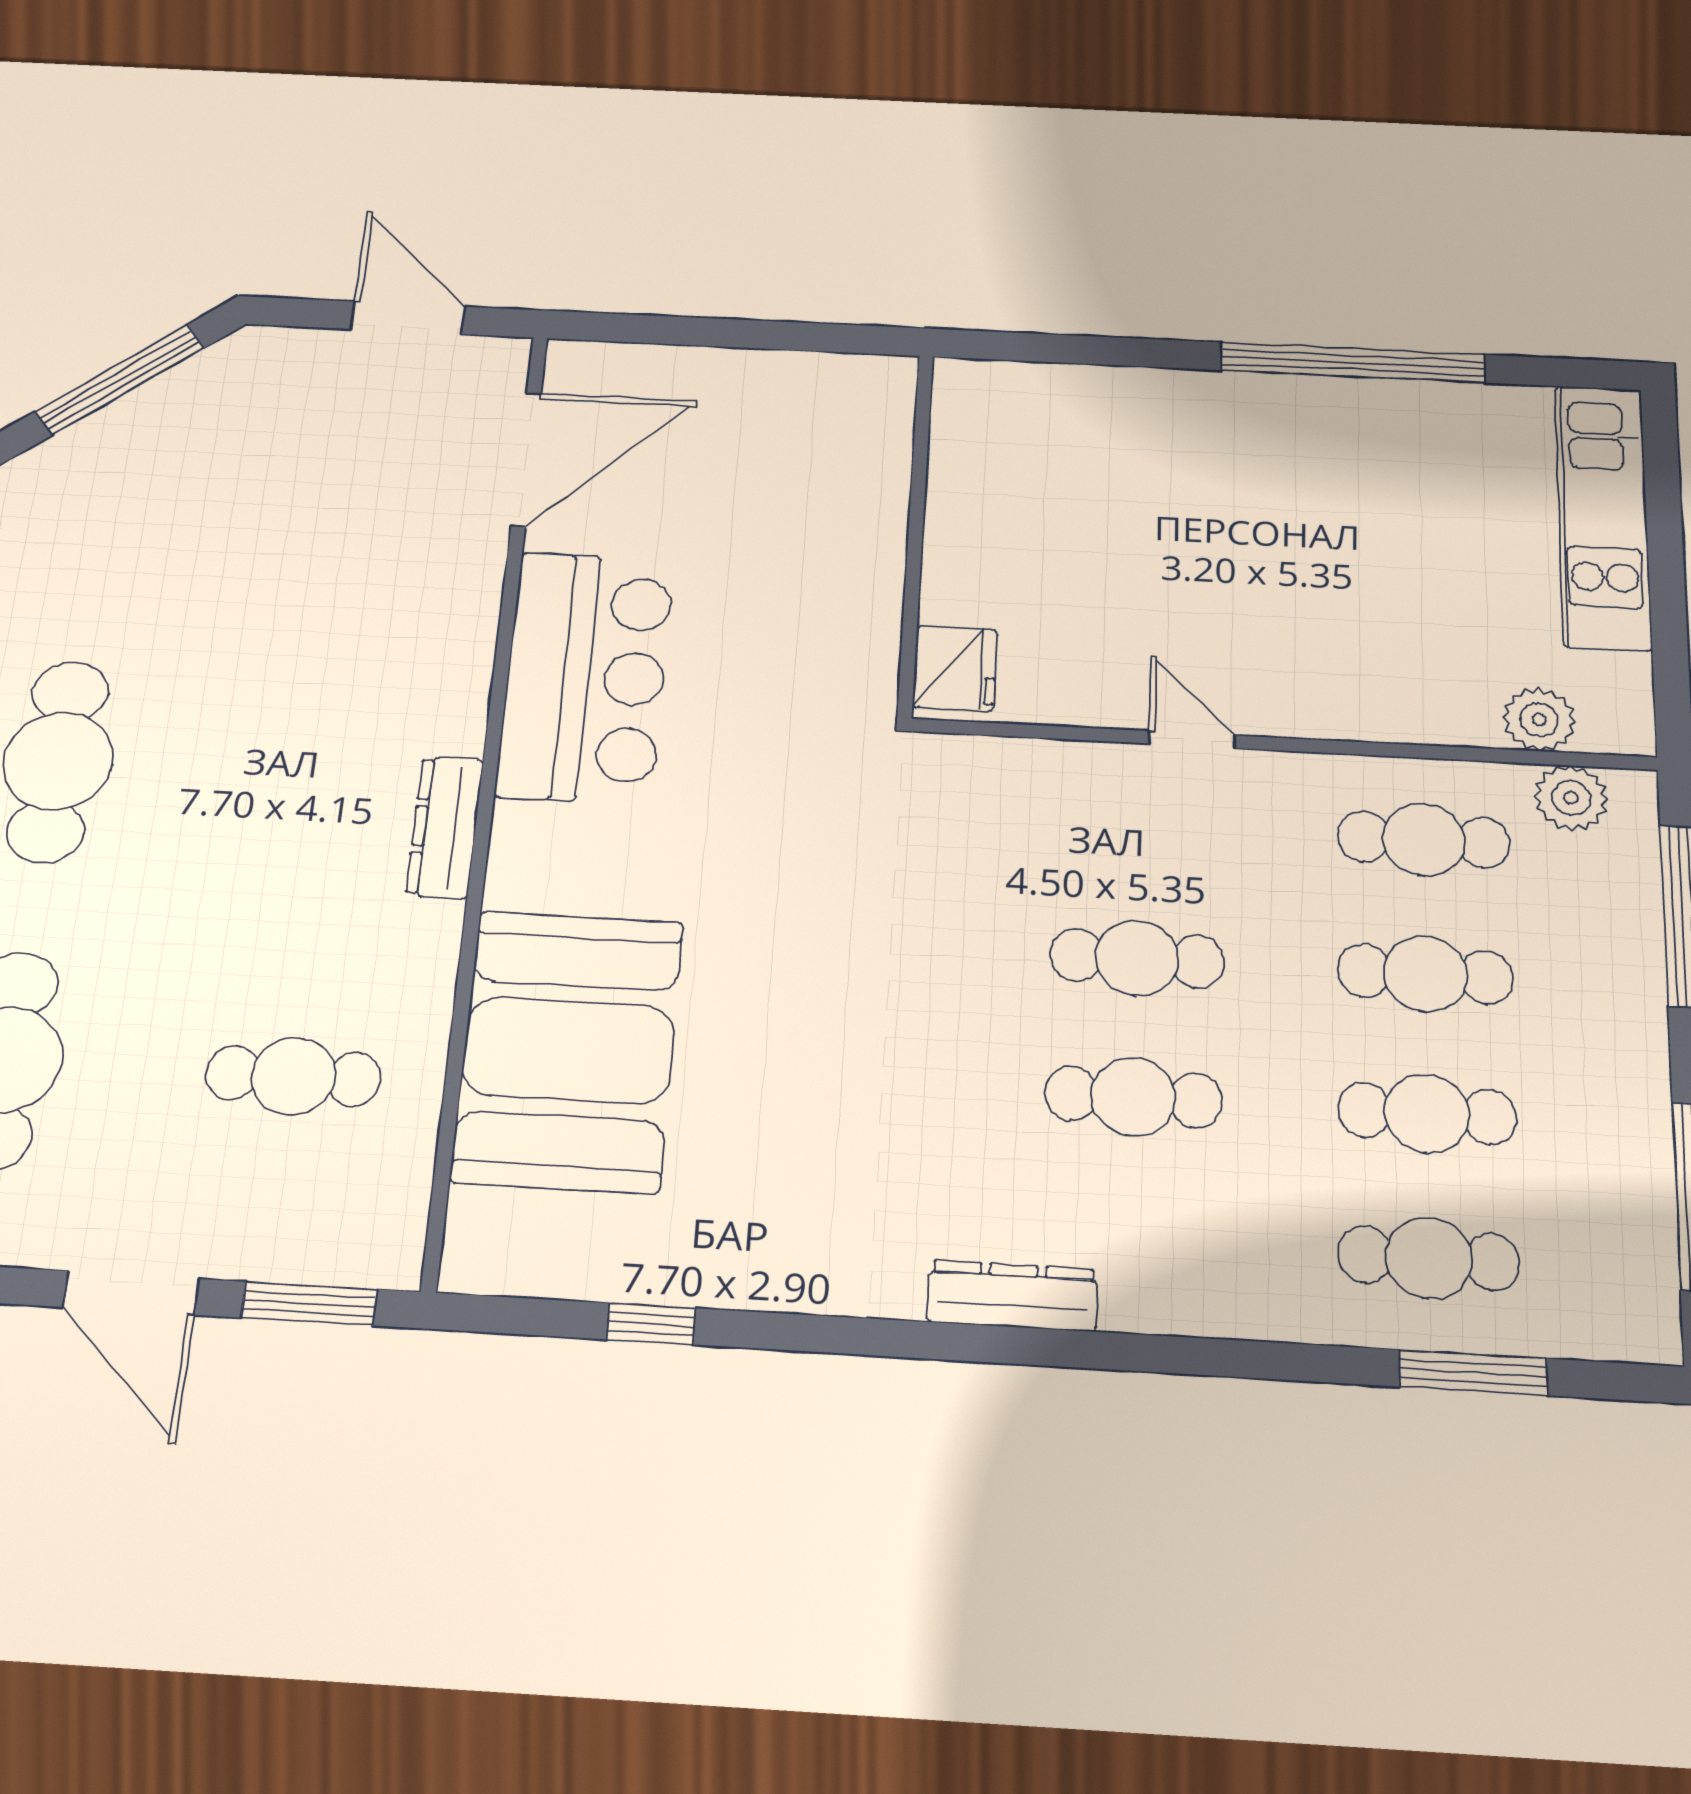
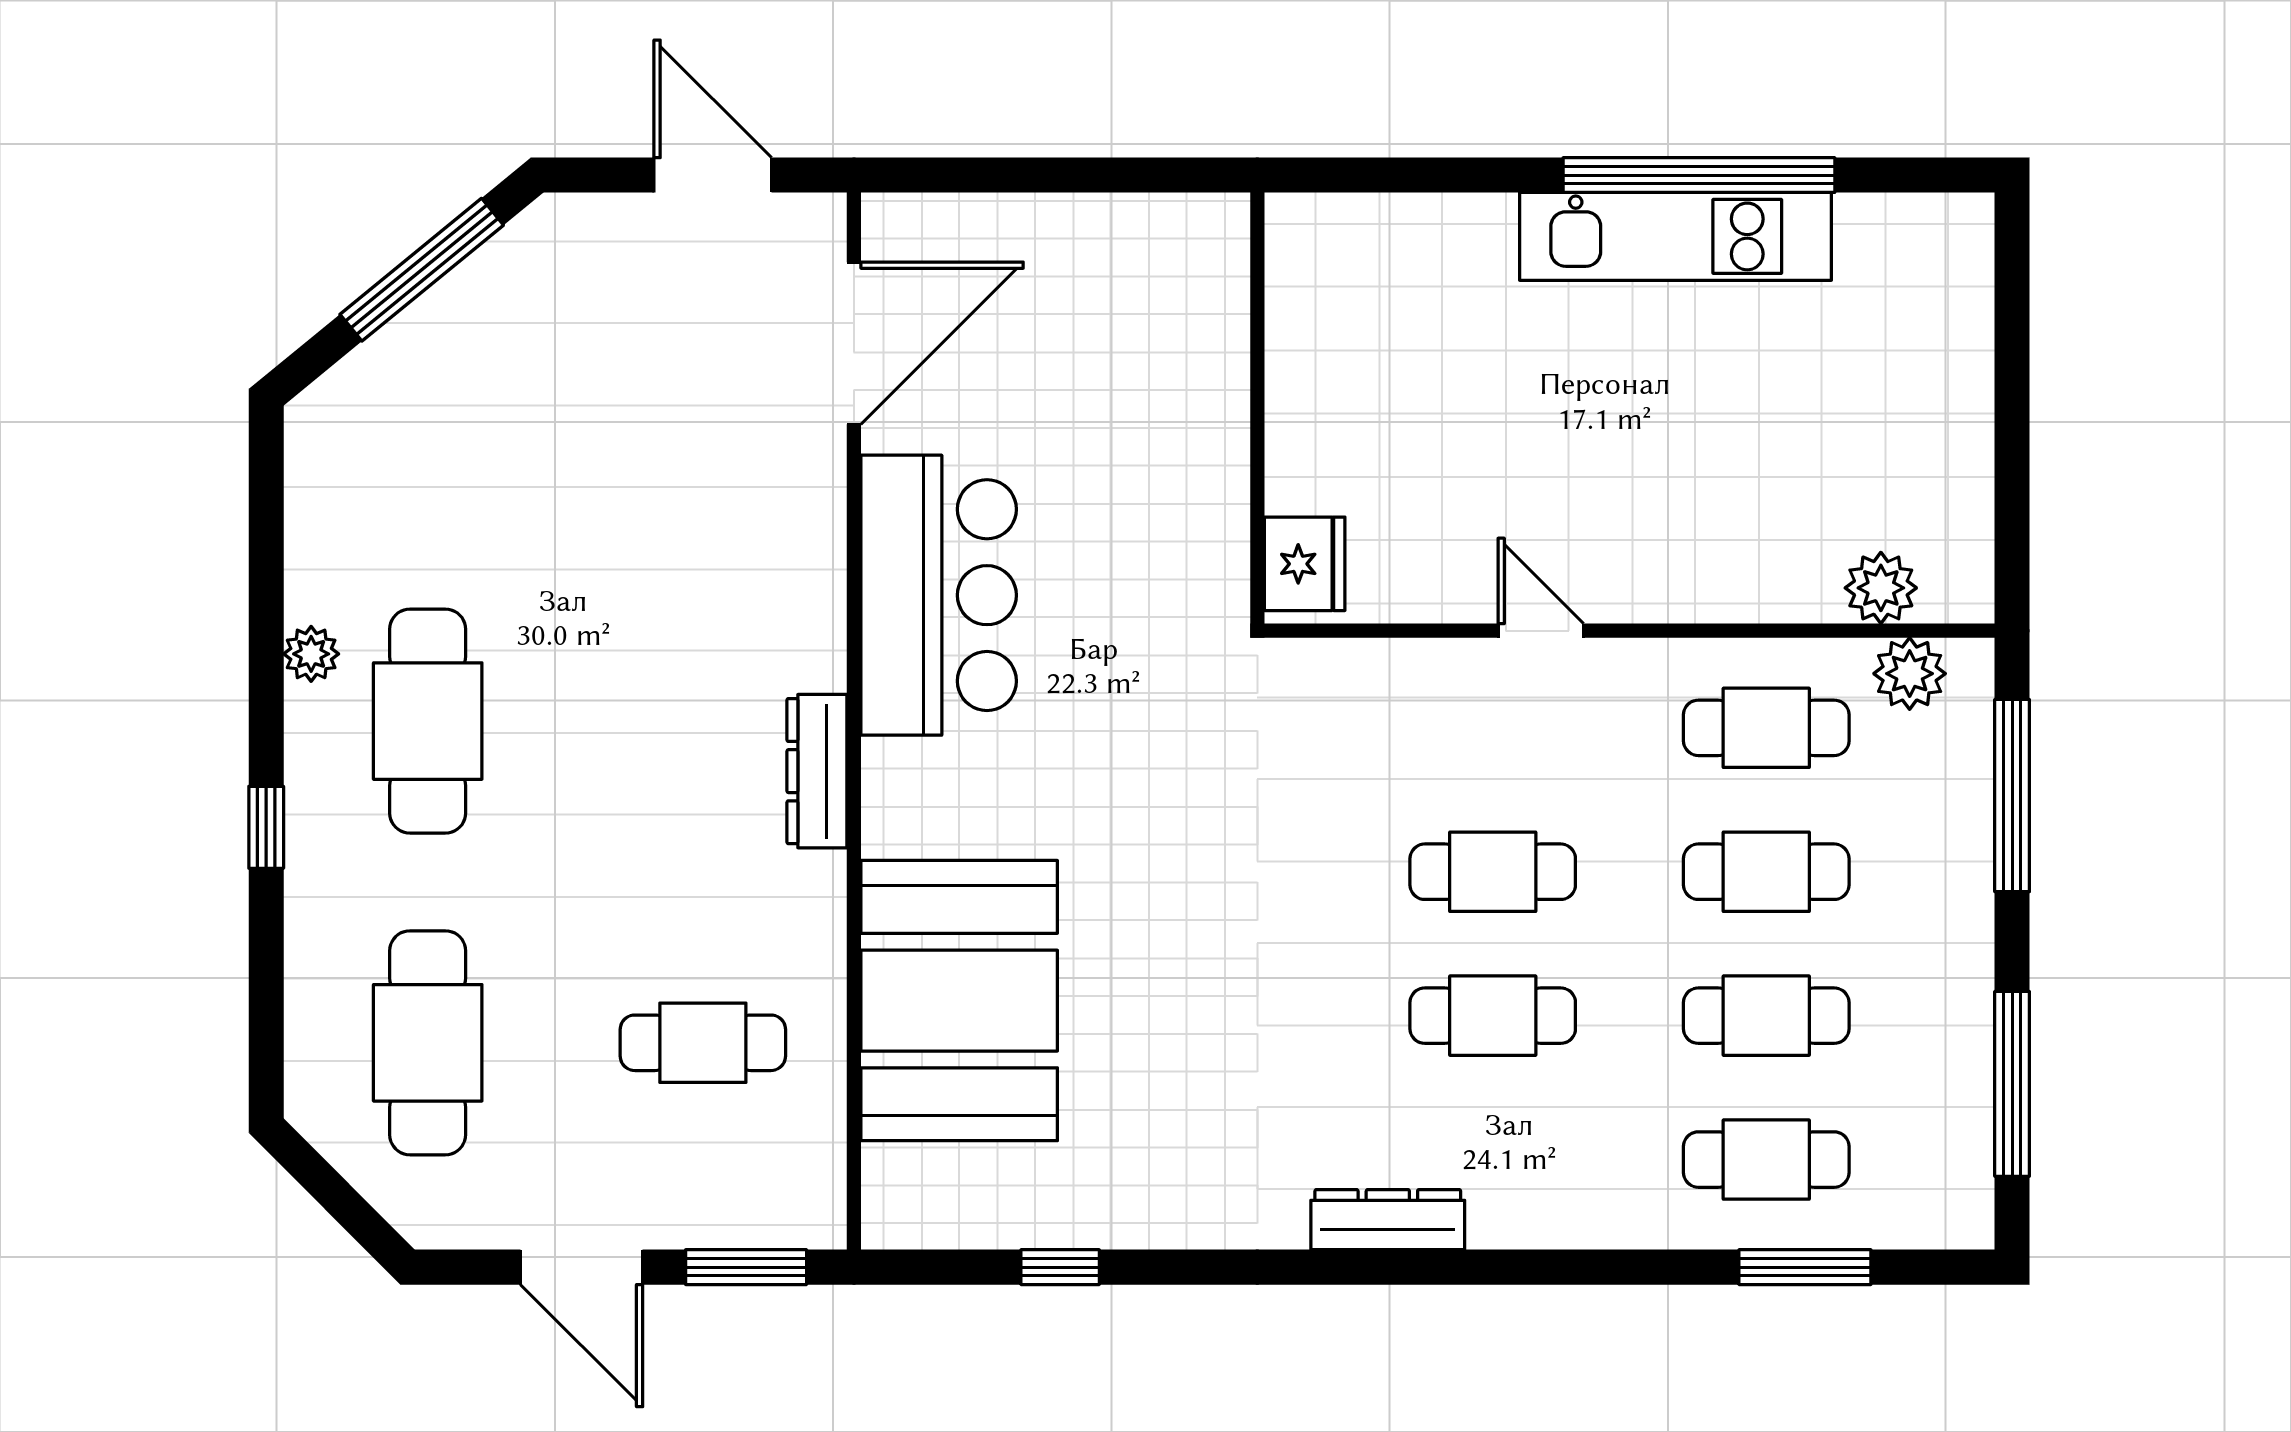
kitchen unit: (1603, 516) -> (1676, 236), moved, turned -90

